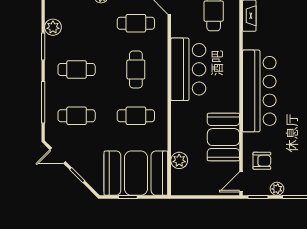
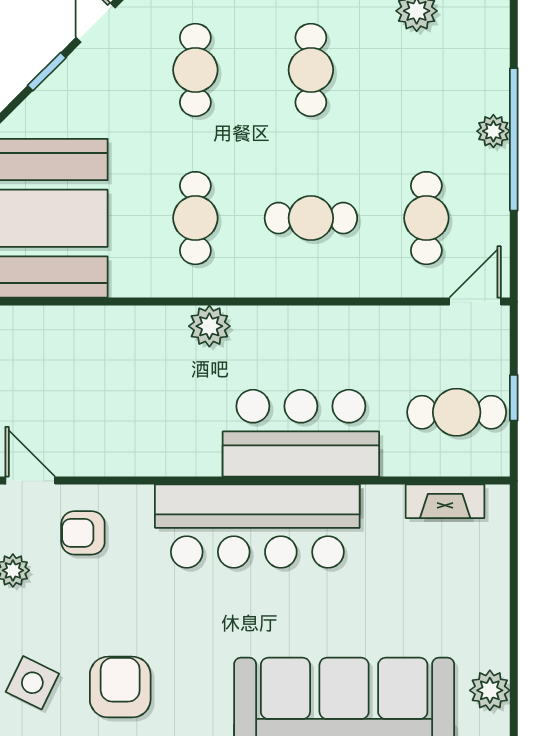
bar counter: (188, 69) -> (301, 433), moved, turned 180
booth: (223, 137) -> (142, 437), removed
plant: (179, 160) -> (209, 326), moved
armchair: (262, 161) -> (83, 533), turned 90

